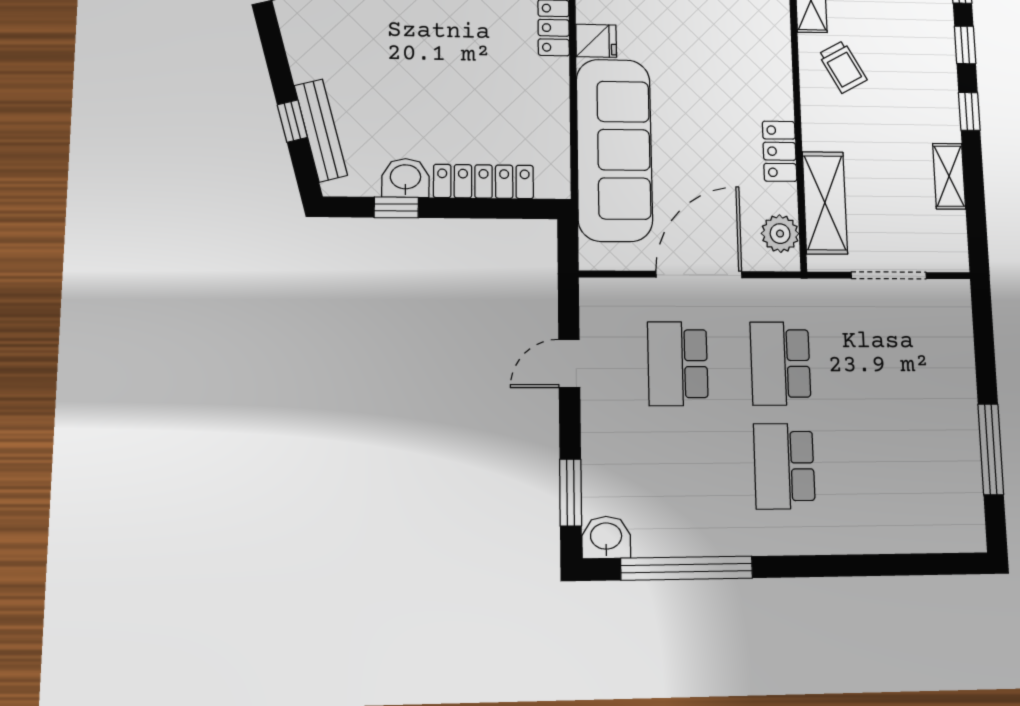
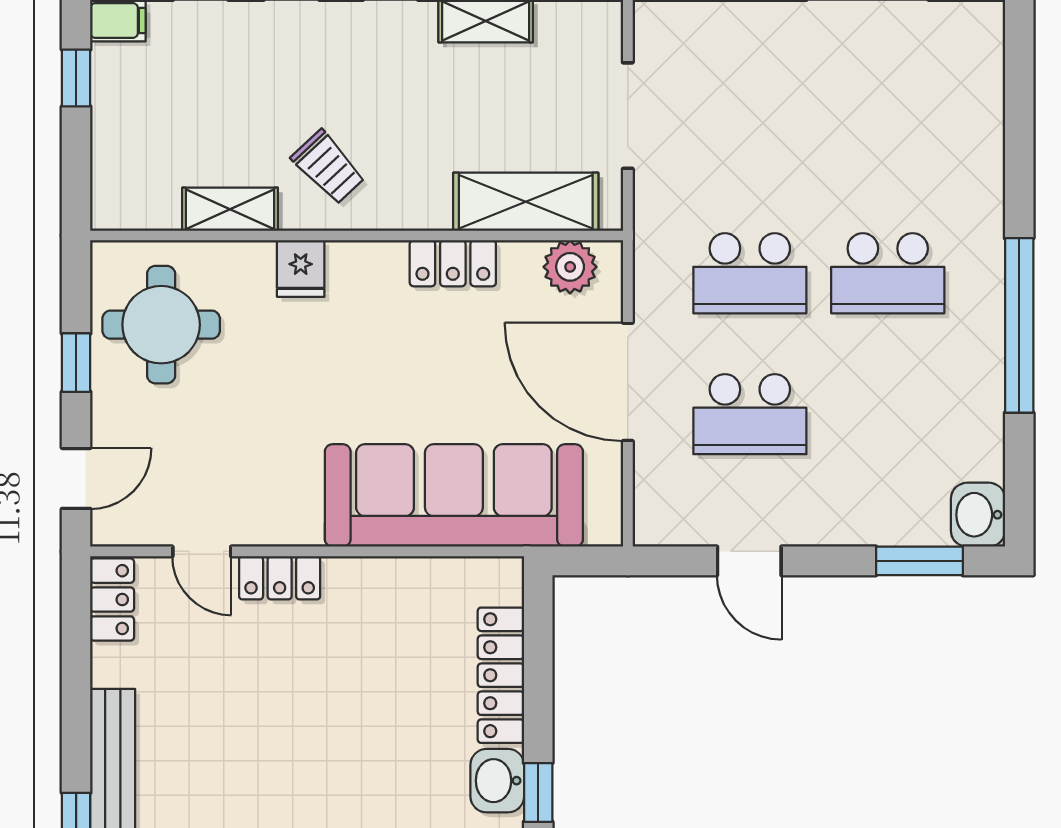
fridge: (596, 41) -> (301, 269), moved, turned 180
trolley: (843, 67) -> (328, 167), turned 76
window: (687, 568) -> (1019, 325), moved

